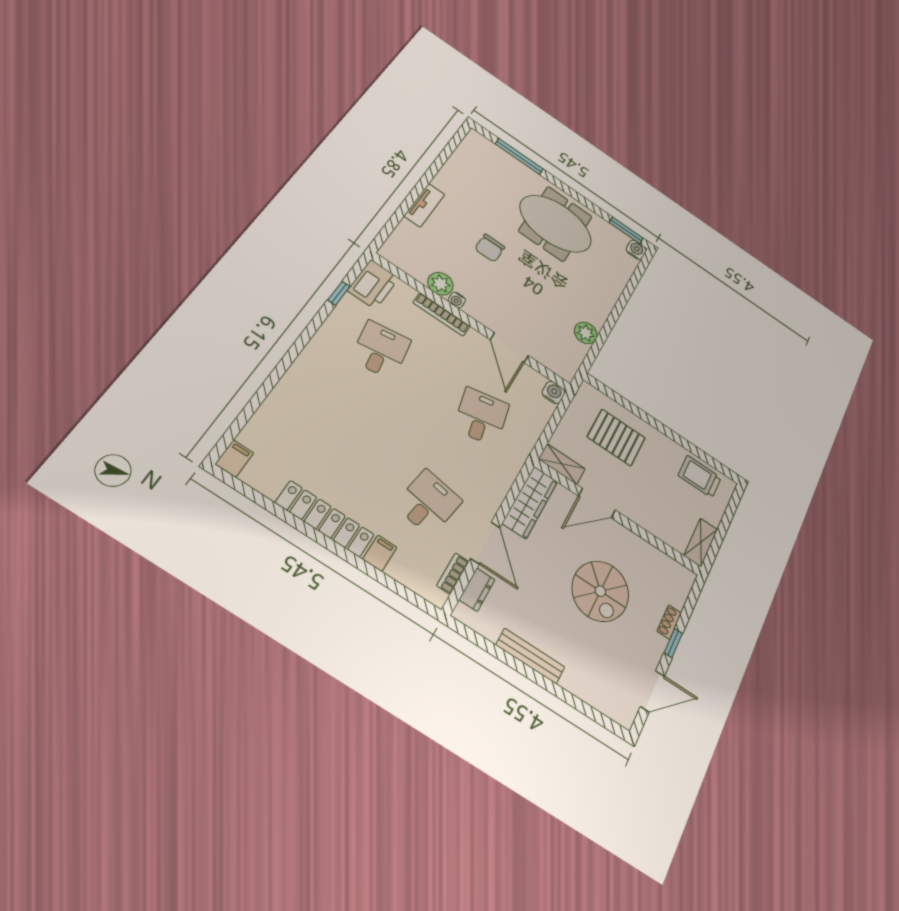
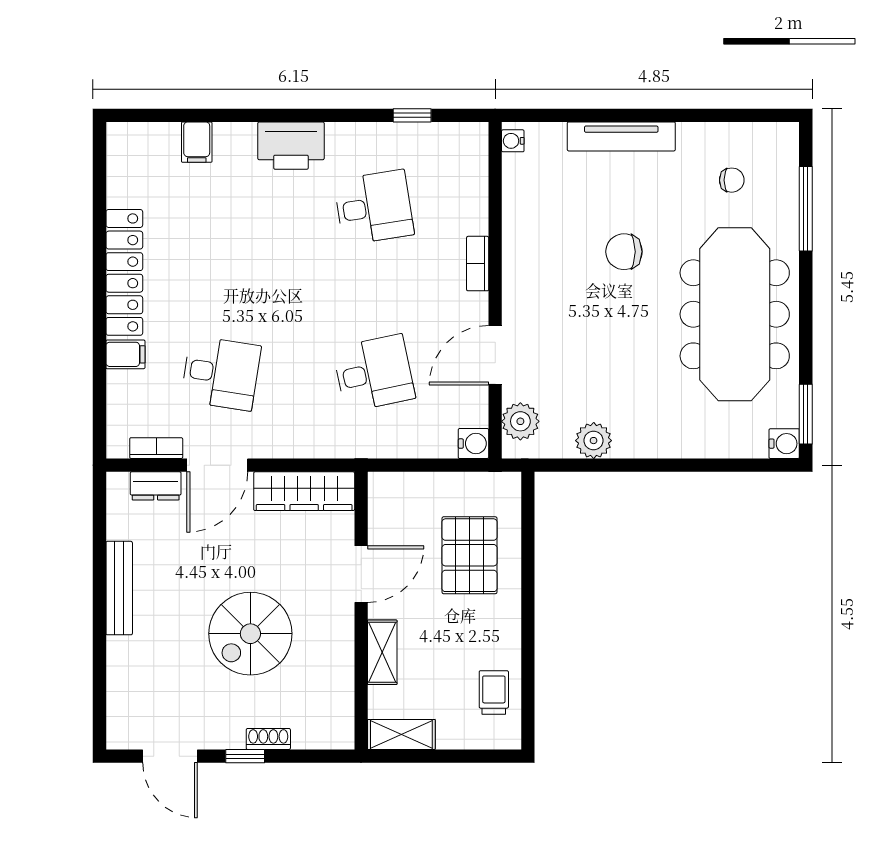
chair: (483, 175) -> (732, 180), added
tv unit: (424, 205) -> (621, 136), width x1.41
meeting table: (556, 224) -> (735, 314), width x1.36
printer: (373, 284) -> (291, 146), moved
plant: (440, 284) -> (520, 421), moved
water cooler: (457, 300) -> (513, 141), moved
bookcase: (442, 314) -> (478, 264), width x0.64
filing cabinet: (234, 459) -> (197, 142), moved, turned 90
shelving: (562, 464) -> (382, 652), moved
trolley: (700, 477) -> (494, 692), width x0.73, depth x0.72
door: (597, 503) -> (361, 574), swing flipped

